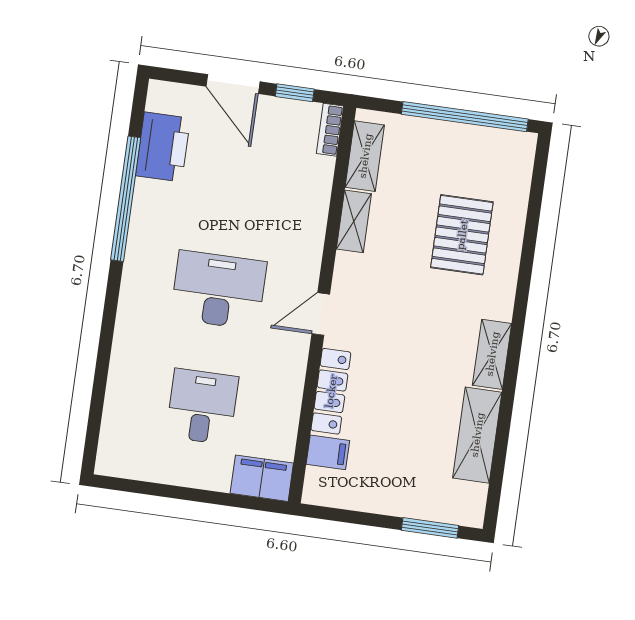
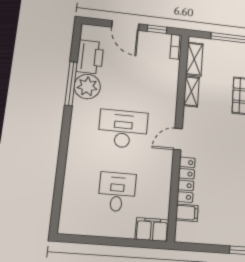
window: (126, 199) -> (71, 83), width x0.68
plant: (156, 206) -> (87, 86), added

